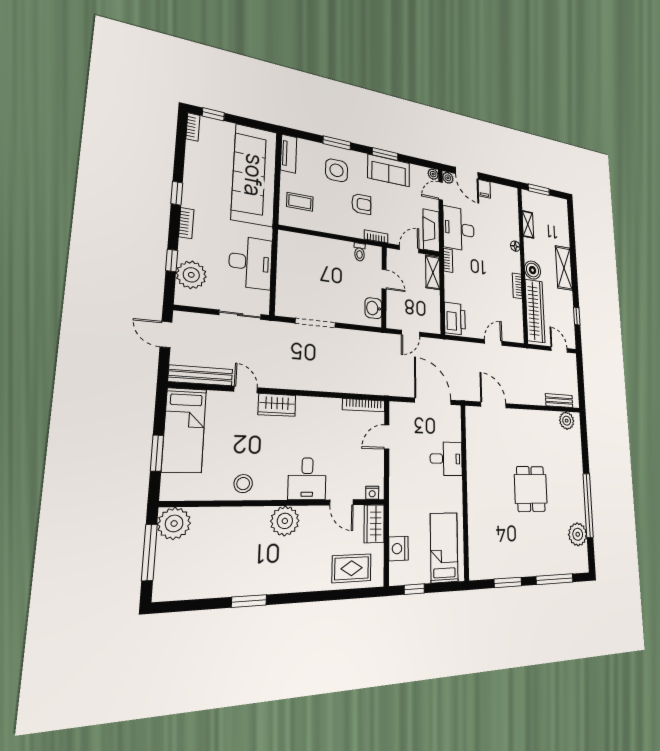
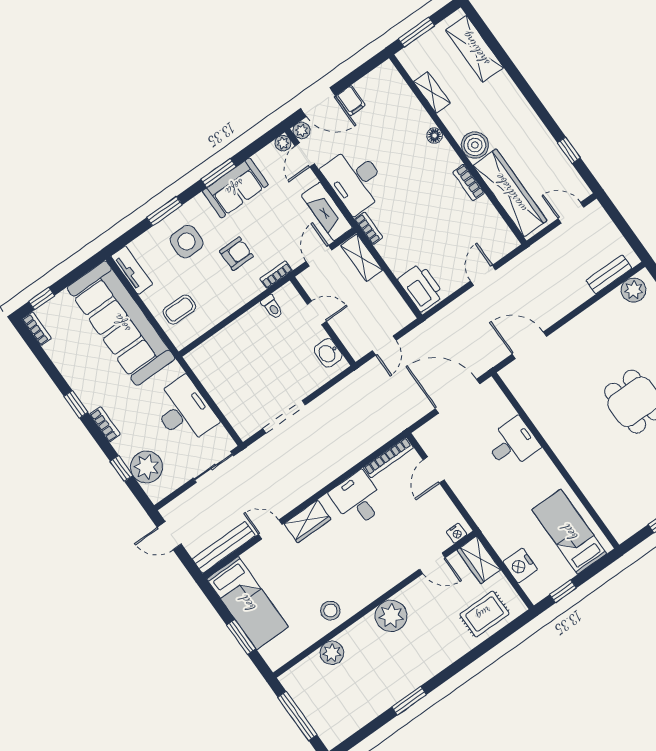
shelving: (564, 268) -> (475, 49), moved
desk: (307, 479) -> (358, 499), moved, turned 180
plant: (174, 523) -> (332, 653), moved, width x0.73, depth x0.73

